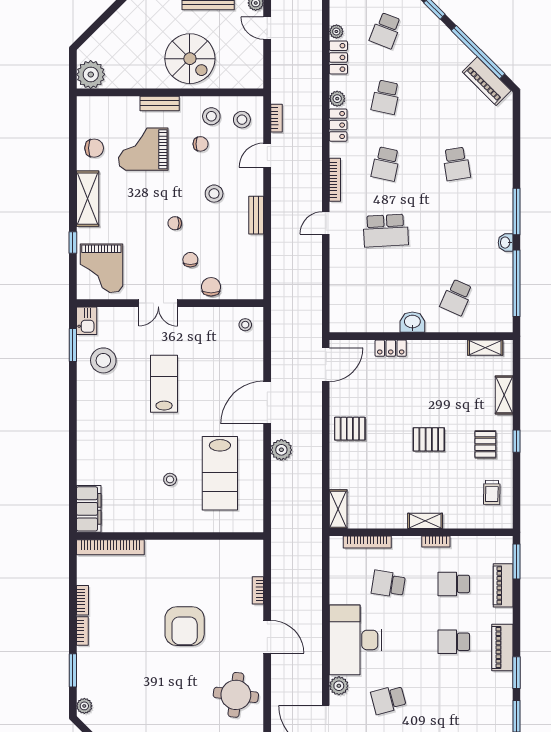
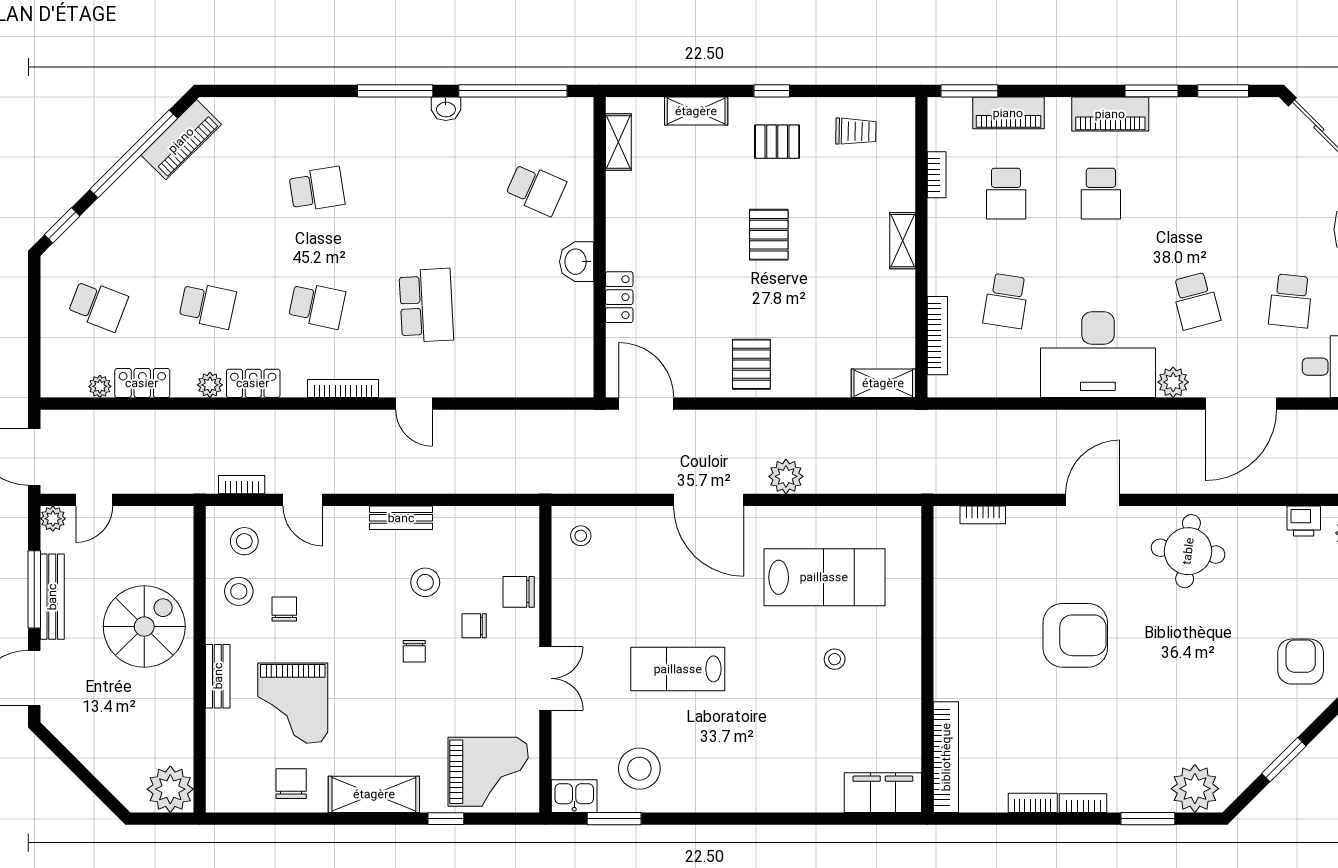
stool: (214, 194) -> (425, 582), moved
bookcase: (436, 542) -> (937, 175), moved
bookcase: (258, 590) -> (983, 515), moved
plant: (84, 706) -> (1195, 789), width x1.88, depth x1.88

